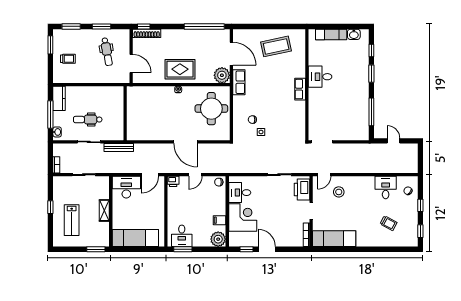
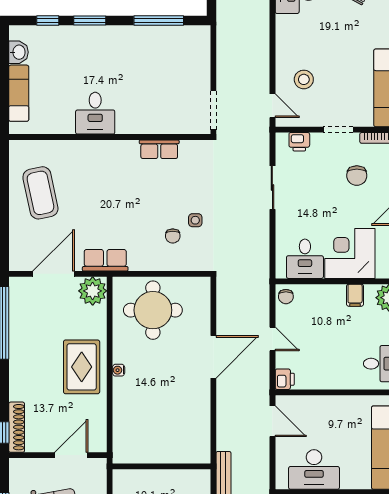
row of seats: (300, 89) -> (159, 149), moved
desk: (126, 187) -> (314, 470), moved, turned -90
printer: (302, 189) -> (299, 142), width x0.53, depth x0.68
chair: (286, 221) -> (357, 176), added

